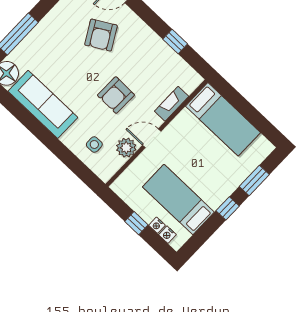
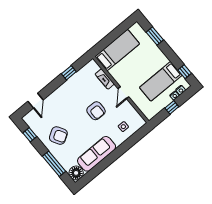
armchair: (101, 35) -> (58, 136), moved
plant: (126, 148) -> (127, 108), removed
window: (228, 208) -> (185, 72), moved

